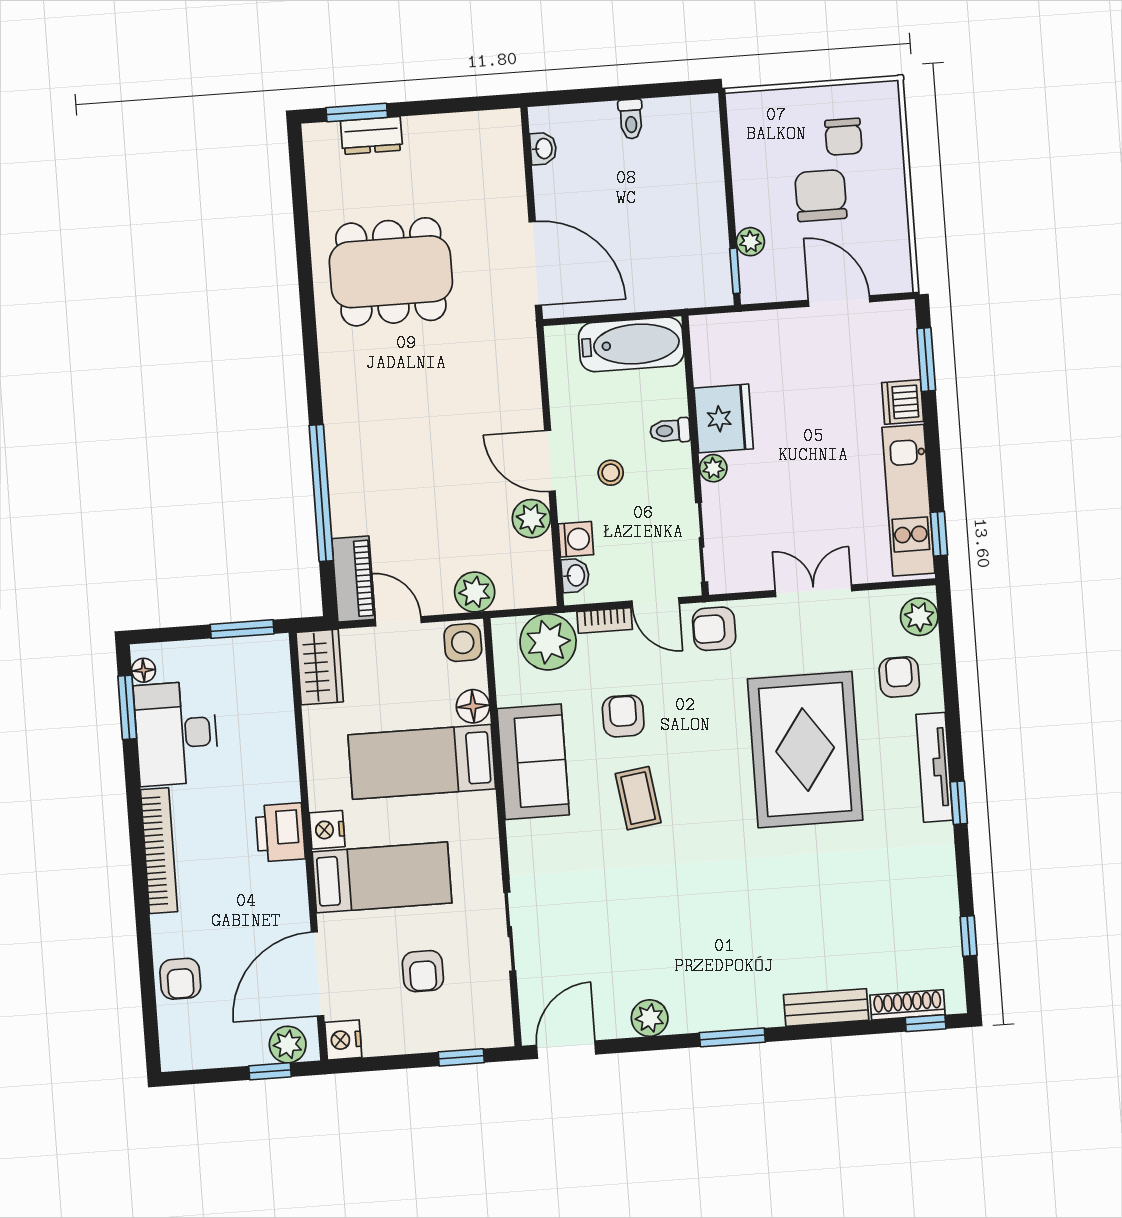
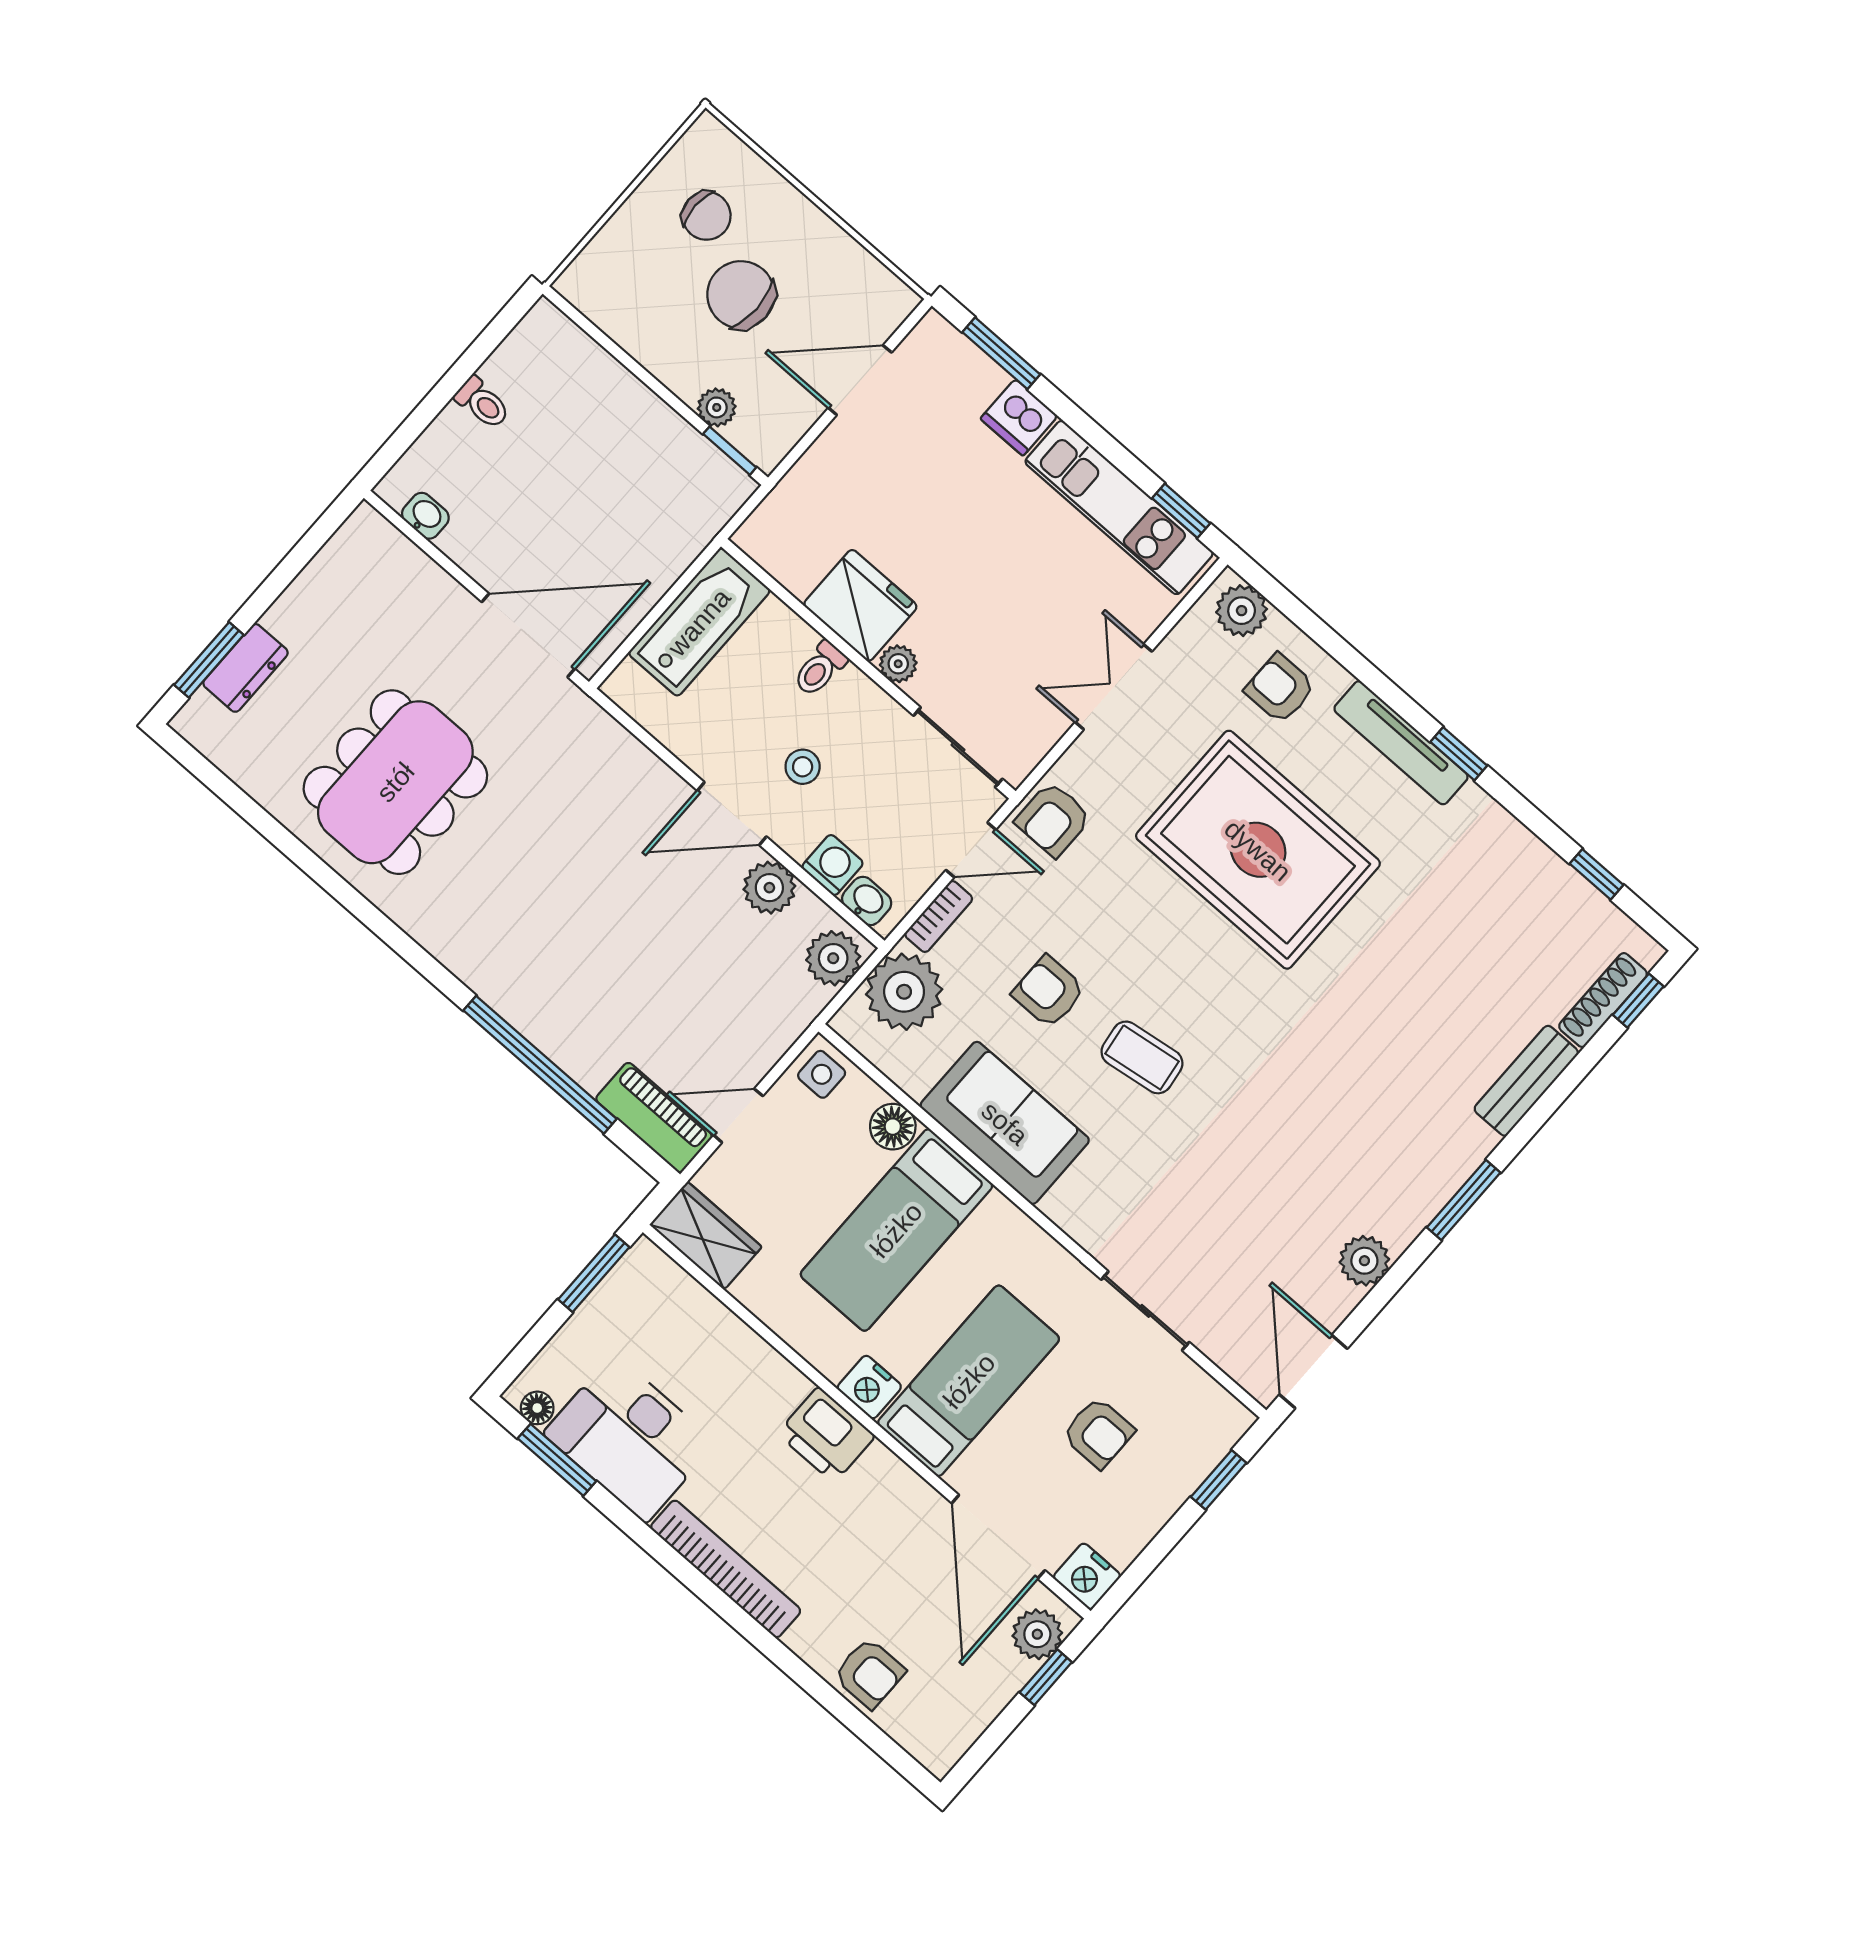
plant: (475, 592) -> (833, 958), moved
side table: (463, 643) -> (822, 1074), width x0.73, depth x0.73

